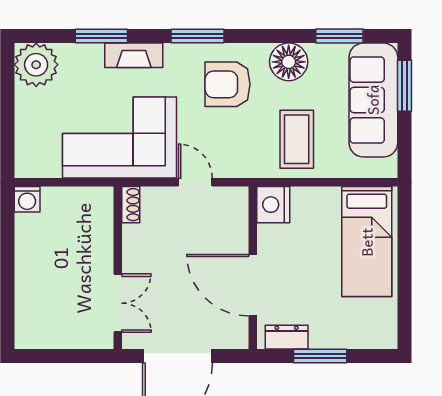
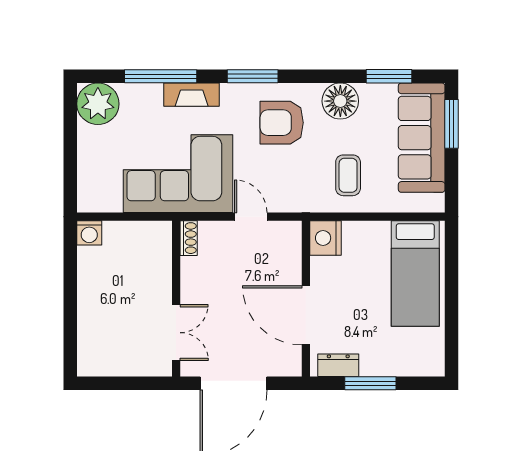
window: (101, 36) -> (161, 76), width x1.44
coffee table: (297, 139) -> (348, 175), width x0.73, depth x0.77

